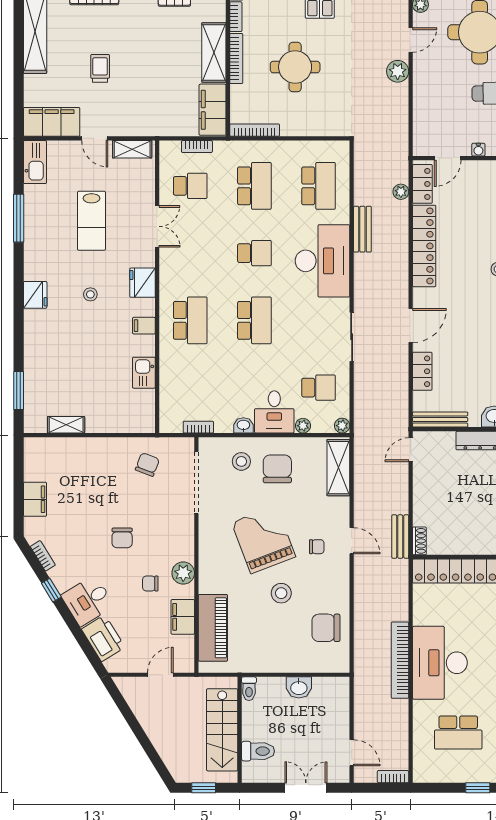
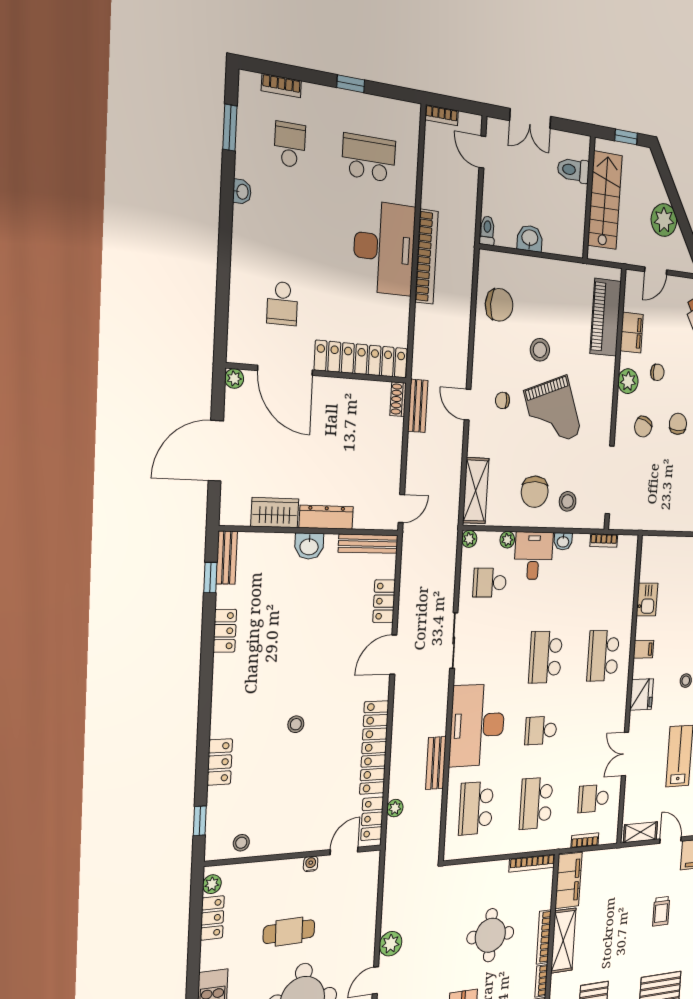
chair: (147, 464) -> (643, 427), moved
toilet: (249, 689) -> (487, 231), moved
plant: (155, 721) -> (664, 220), added

